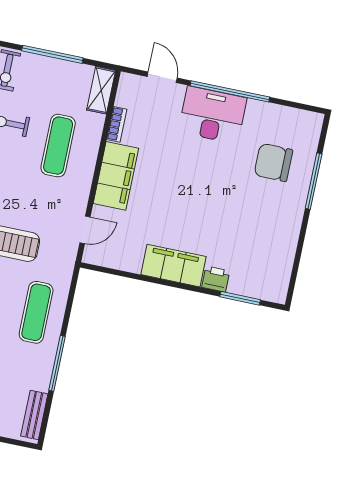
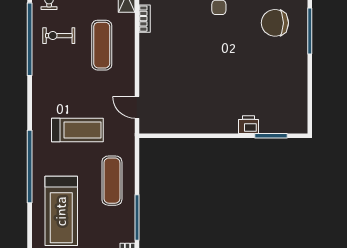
filing cabinet: (116, 176) -> (152, 59), removed
door: (85, 230) -> (137, 107), swing flipped
filing cabinet: (173, 266) -> (213, 121), removed

